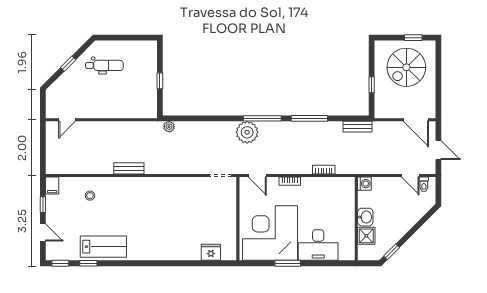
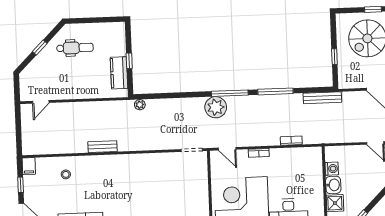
kitchen counter: (149, 93) -> (119, 73), added
bench: (358, 127) -> (322, 98), width x1.36
washing machine: (364, 184) -> (332, 169), moved

